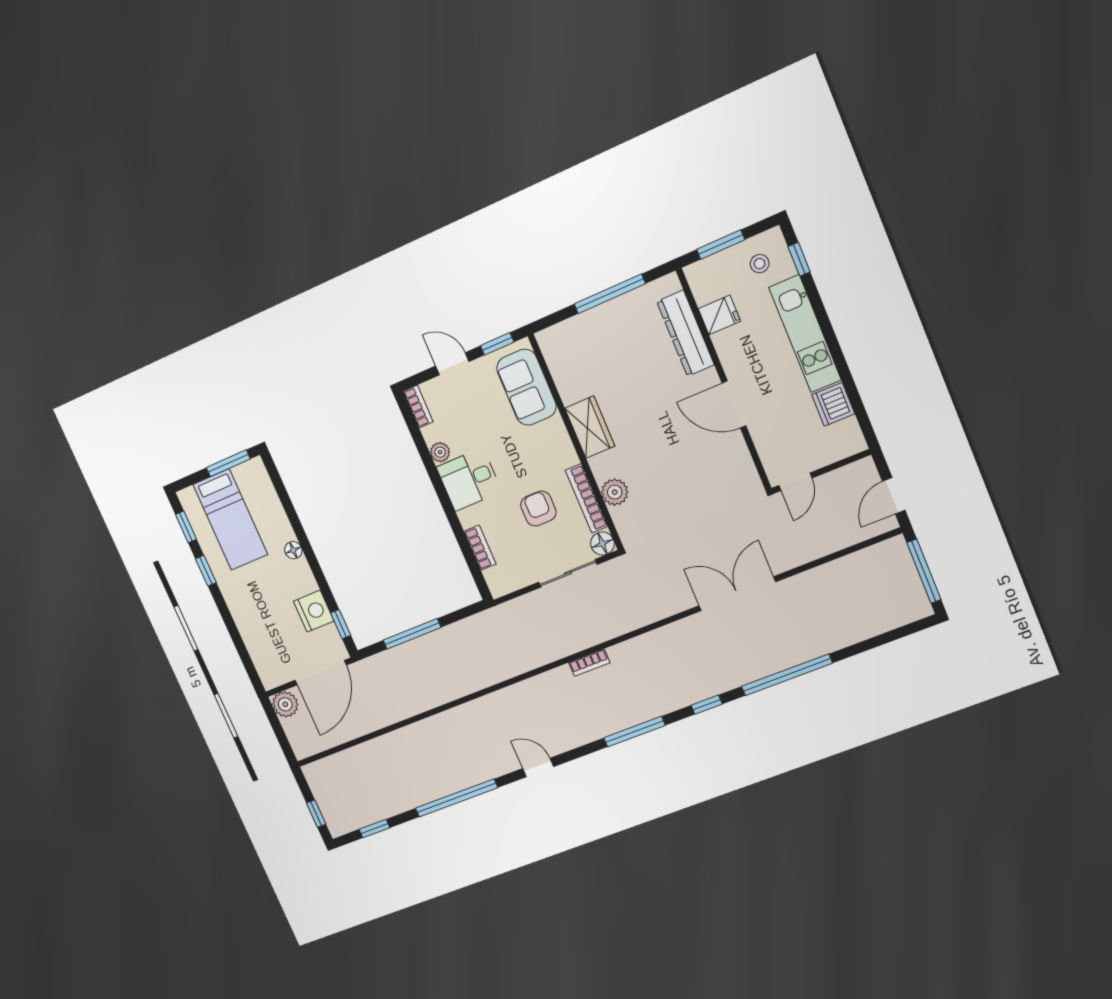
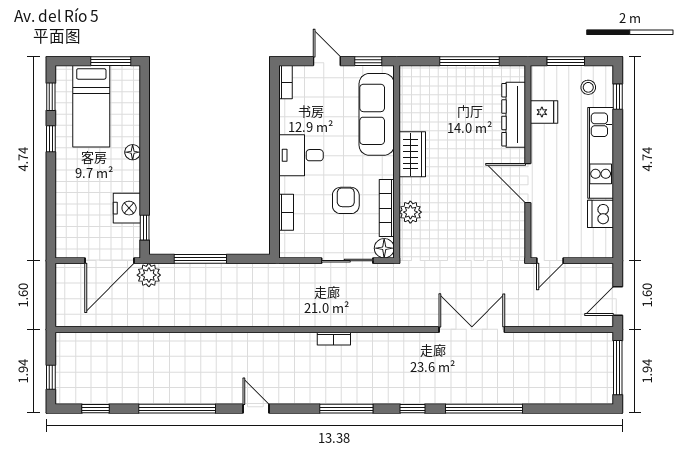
sofa: (526, 387) -> (377, 114), width x1.36
plant: (440, 452) -> (287, 125), removed
plant: (285, 704) -> (149, 275), moved

